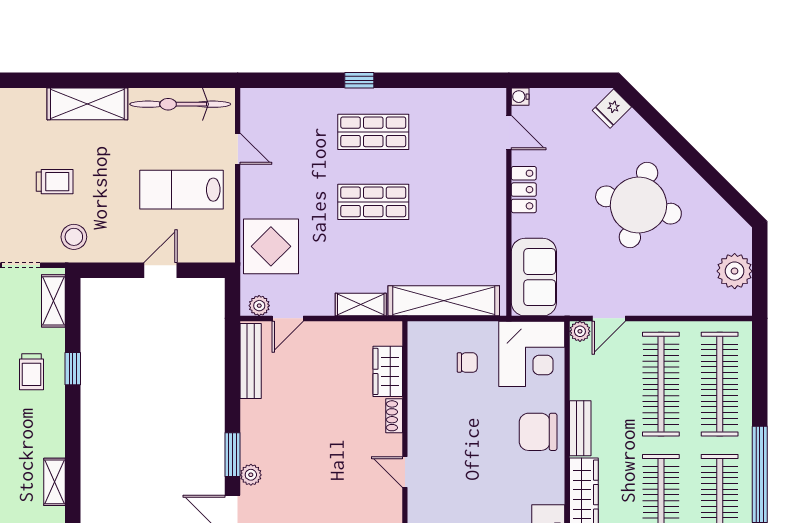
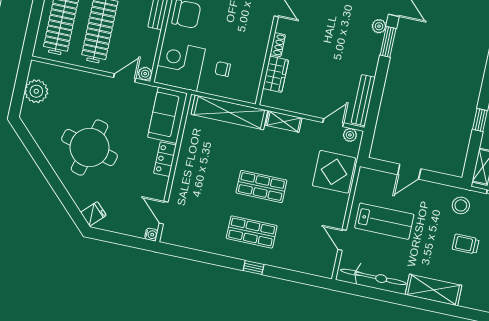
locker: (524, 190) -> (165, 159), moved

